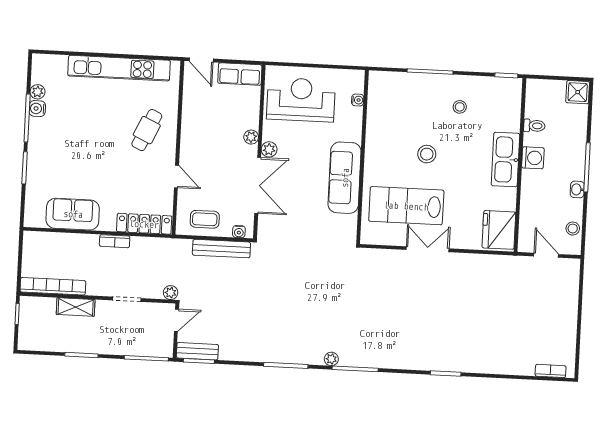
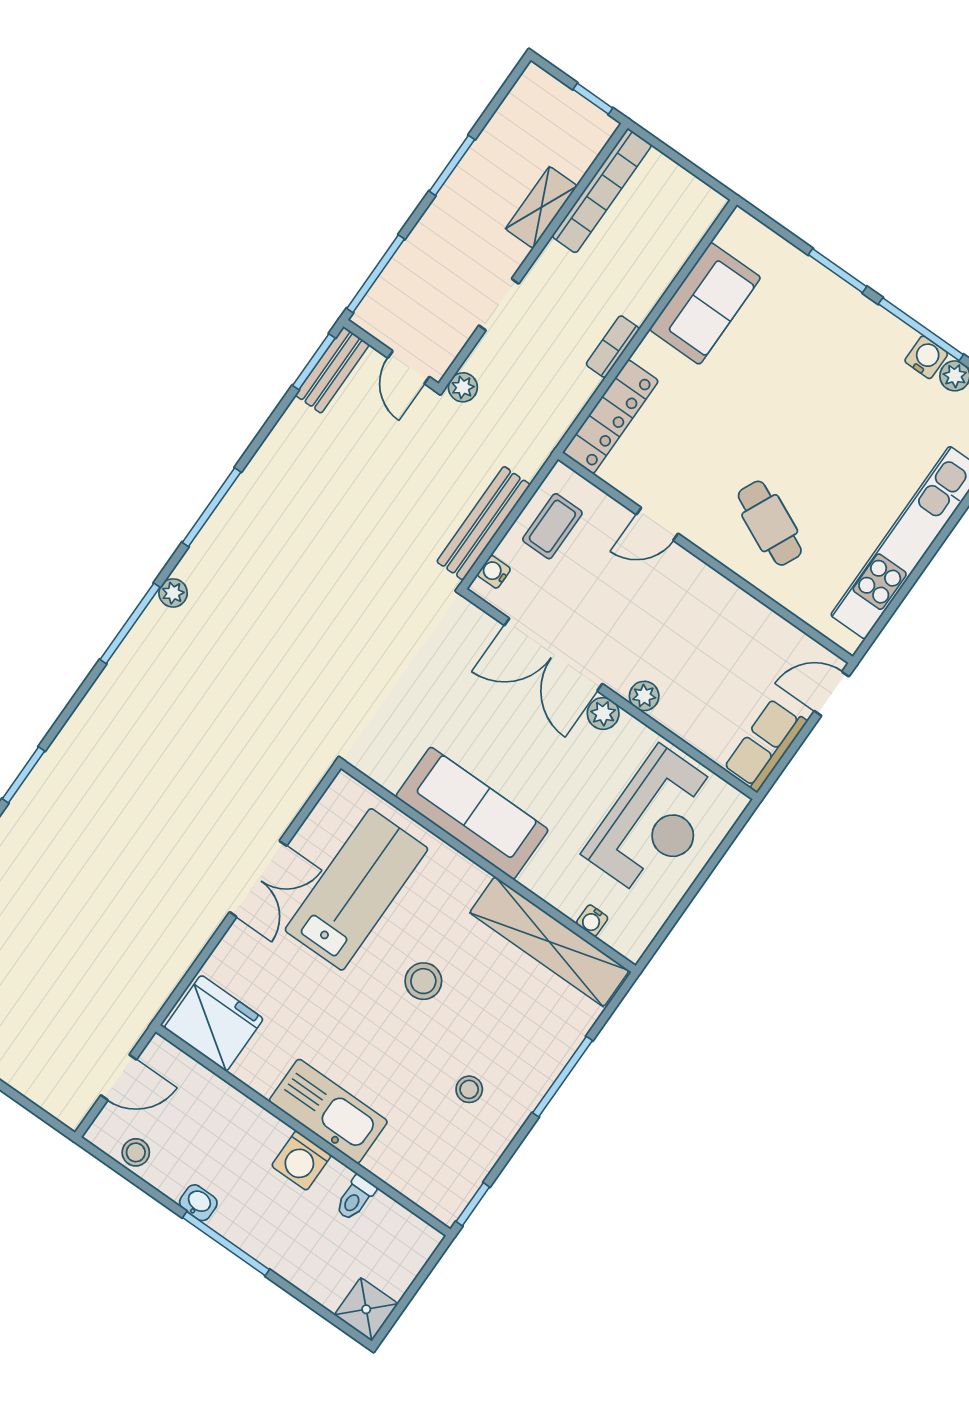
shelving: (378, 112) -> (549, 942), added

